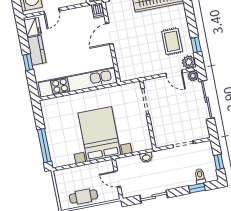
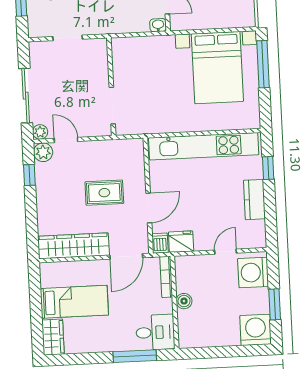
fridge: (32, 27) -> (181, 242), moved, turned 90
rug: (172, 41) -> (104, 193), moved, turned 90
window: (28, 62) -> (268, 168), moved
bed with nightstands: (99, 134) -> (217, 68), moved
washbasin: (146, 157) -> (158, 25), moved

